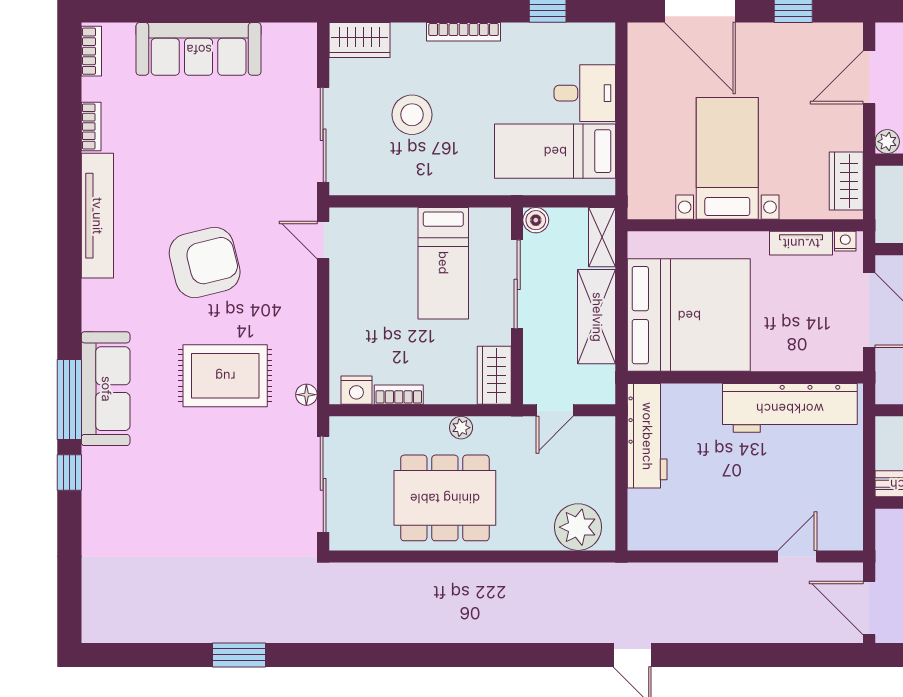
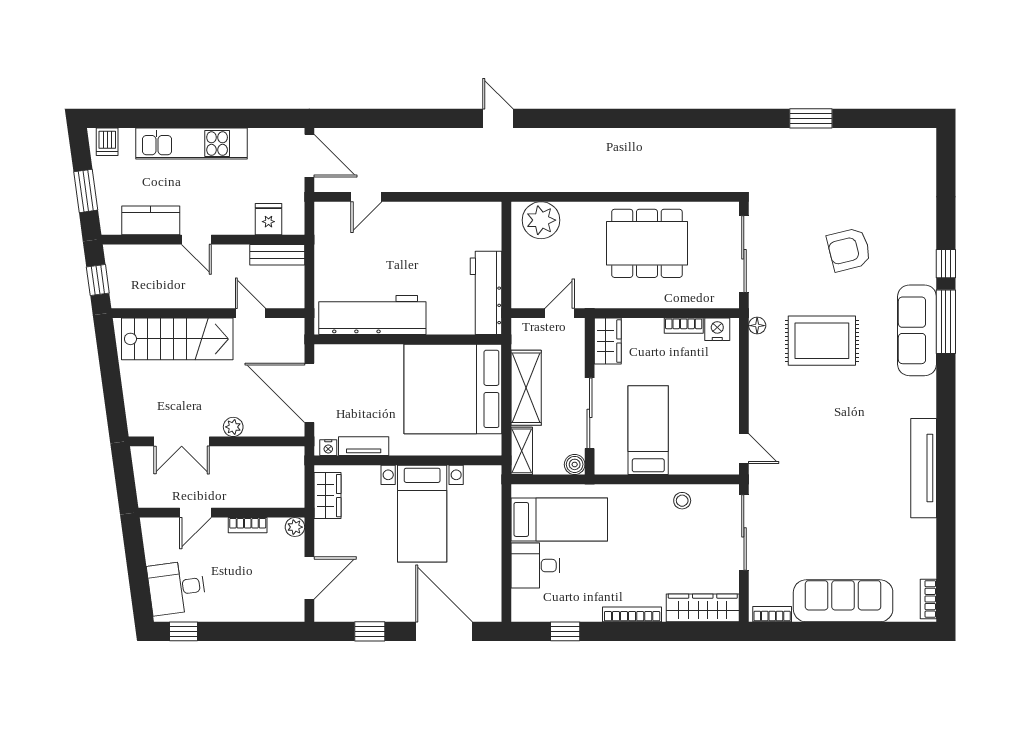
wardrobe: (359, 40) -> (703, 608), width x1.50
stool: (412, 115) -> (682, 501), moved, width x0.53, depth x0.53
bookcase: (91, 126) -> (772, 614), moved, turned 90
armchair: (205, 263) -> (849, 250), moved, width x0.73, depth x0.73
plant: (461, 428) -> (634, 299), removed

